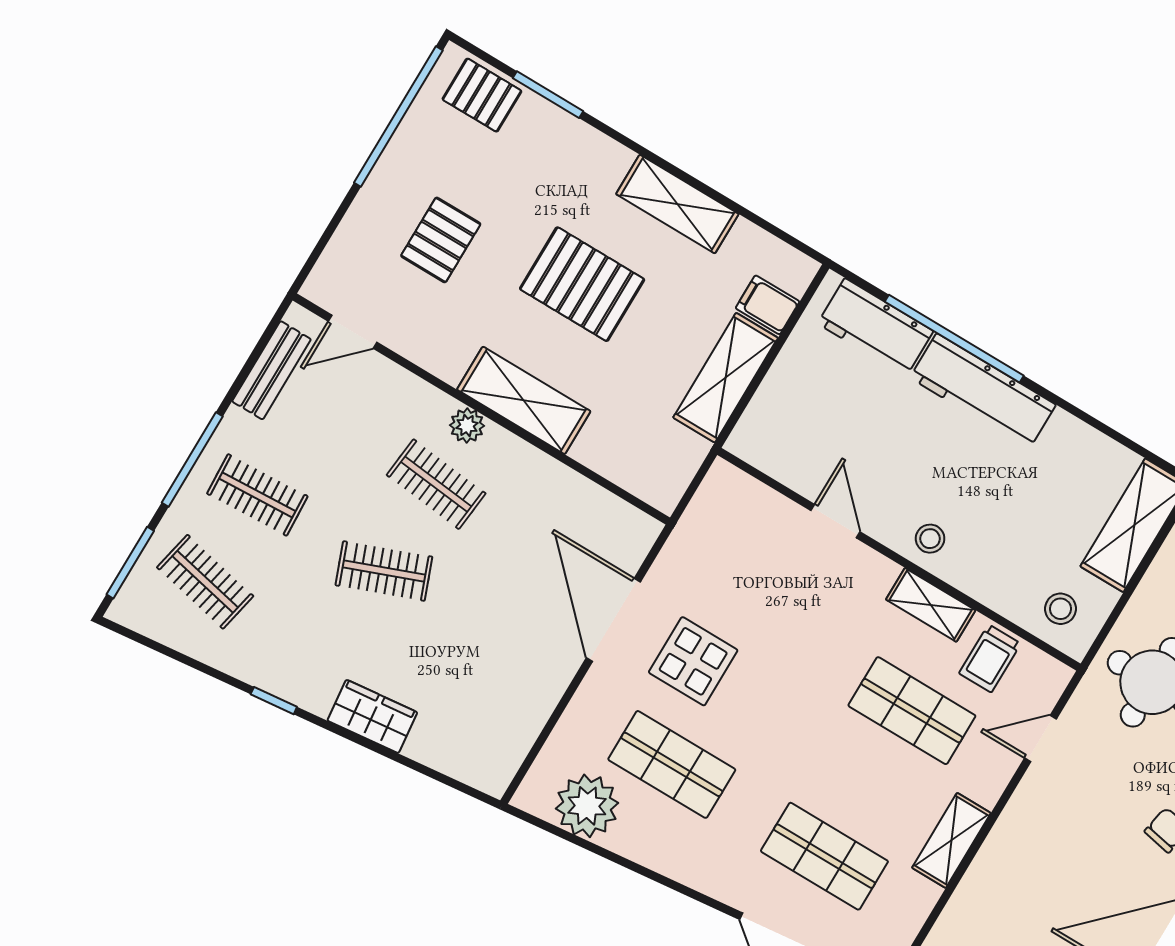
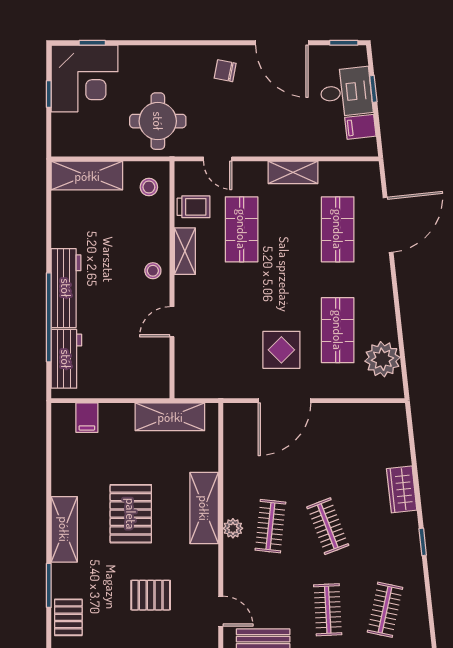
shelving: (677, 204) -> (64, 529), moved
shelving: (726, 378) -> (170, 417), moved

